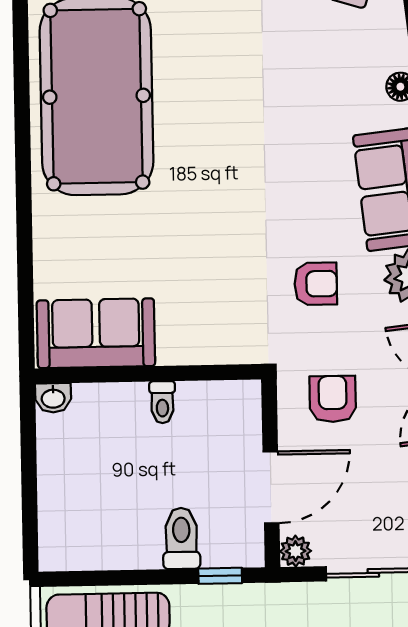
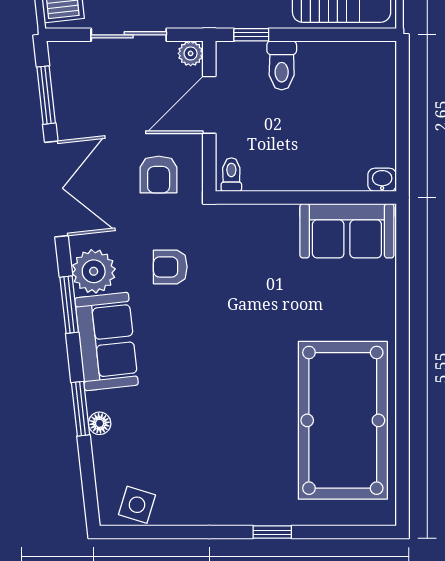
toilet: (162, 402) -> (231, 175), moved

